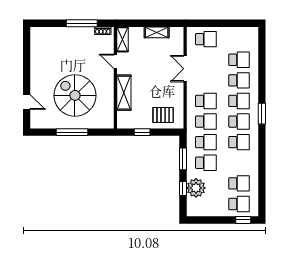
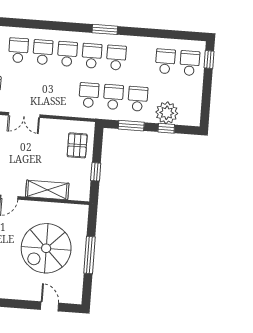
school desk: (206, 101) -> (64, 93), removed
door: (27, 102) -> (50, 306), hinge flipped
window: (262, 114) -> (105, 29), moved

